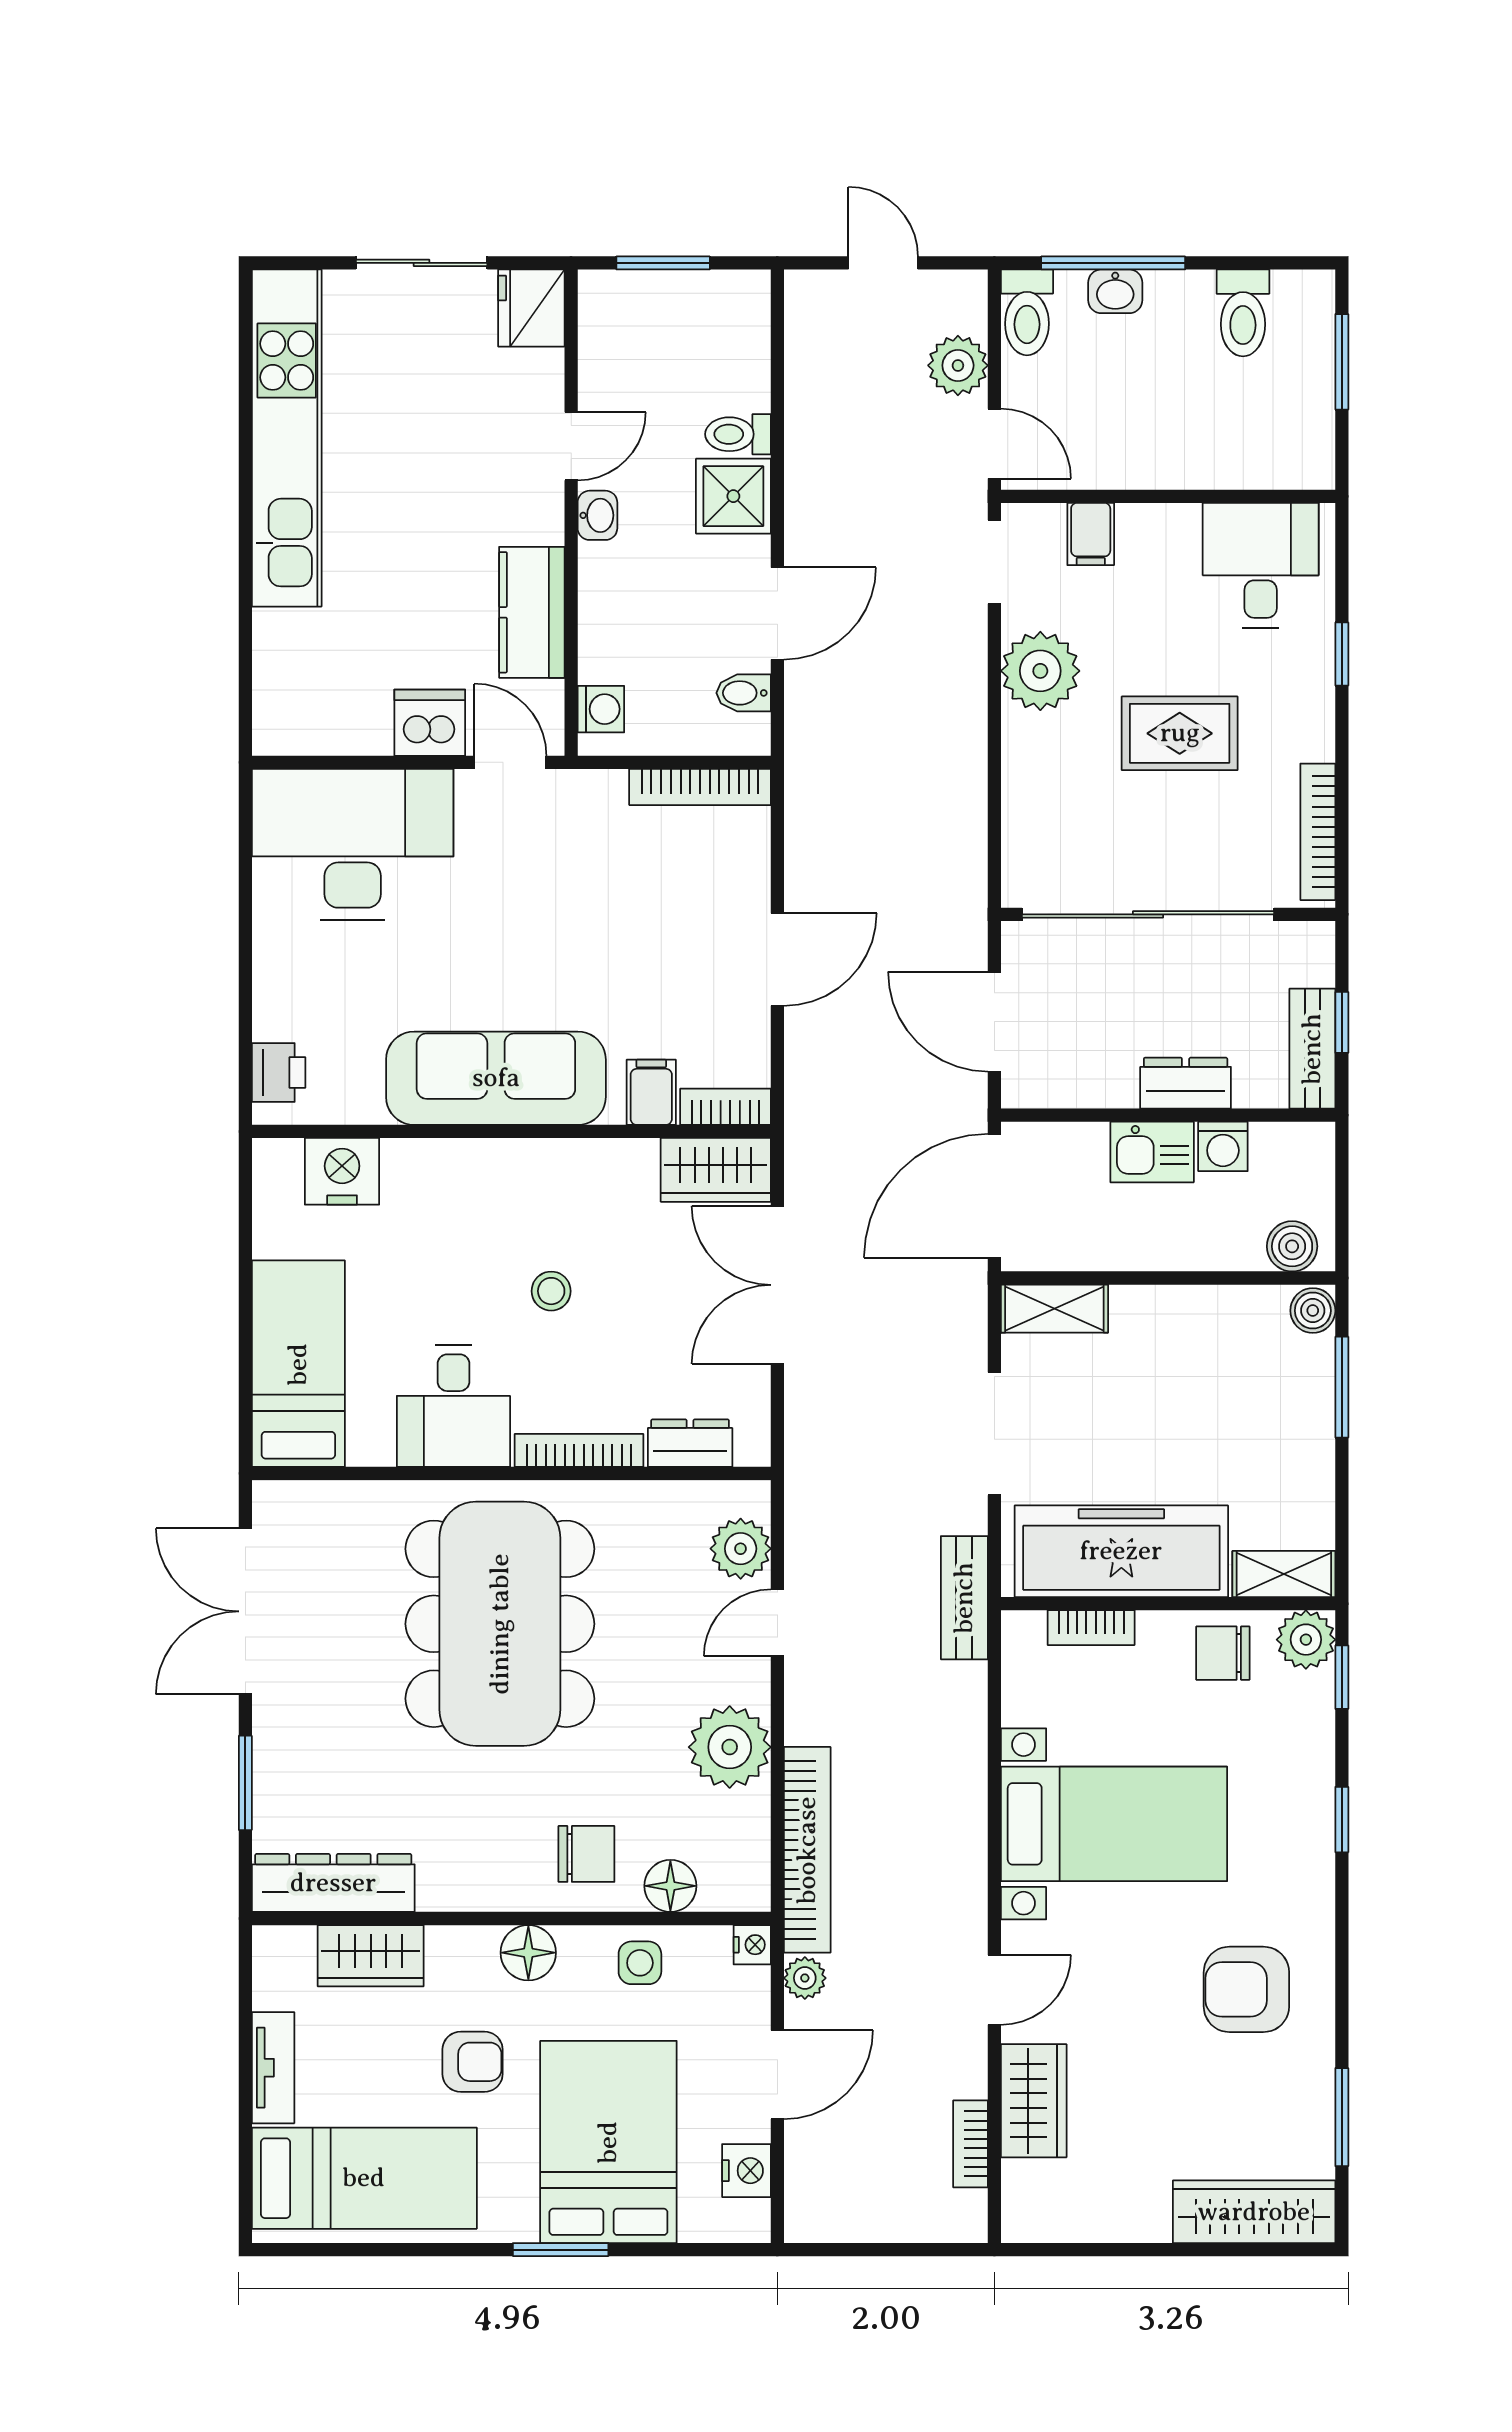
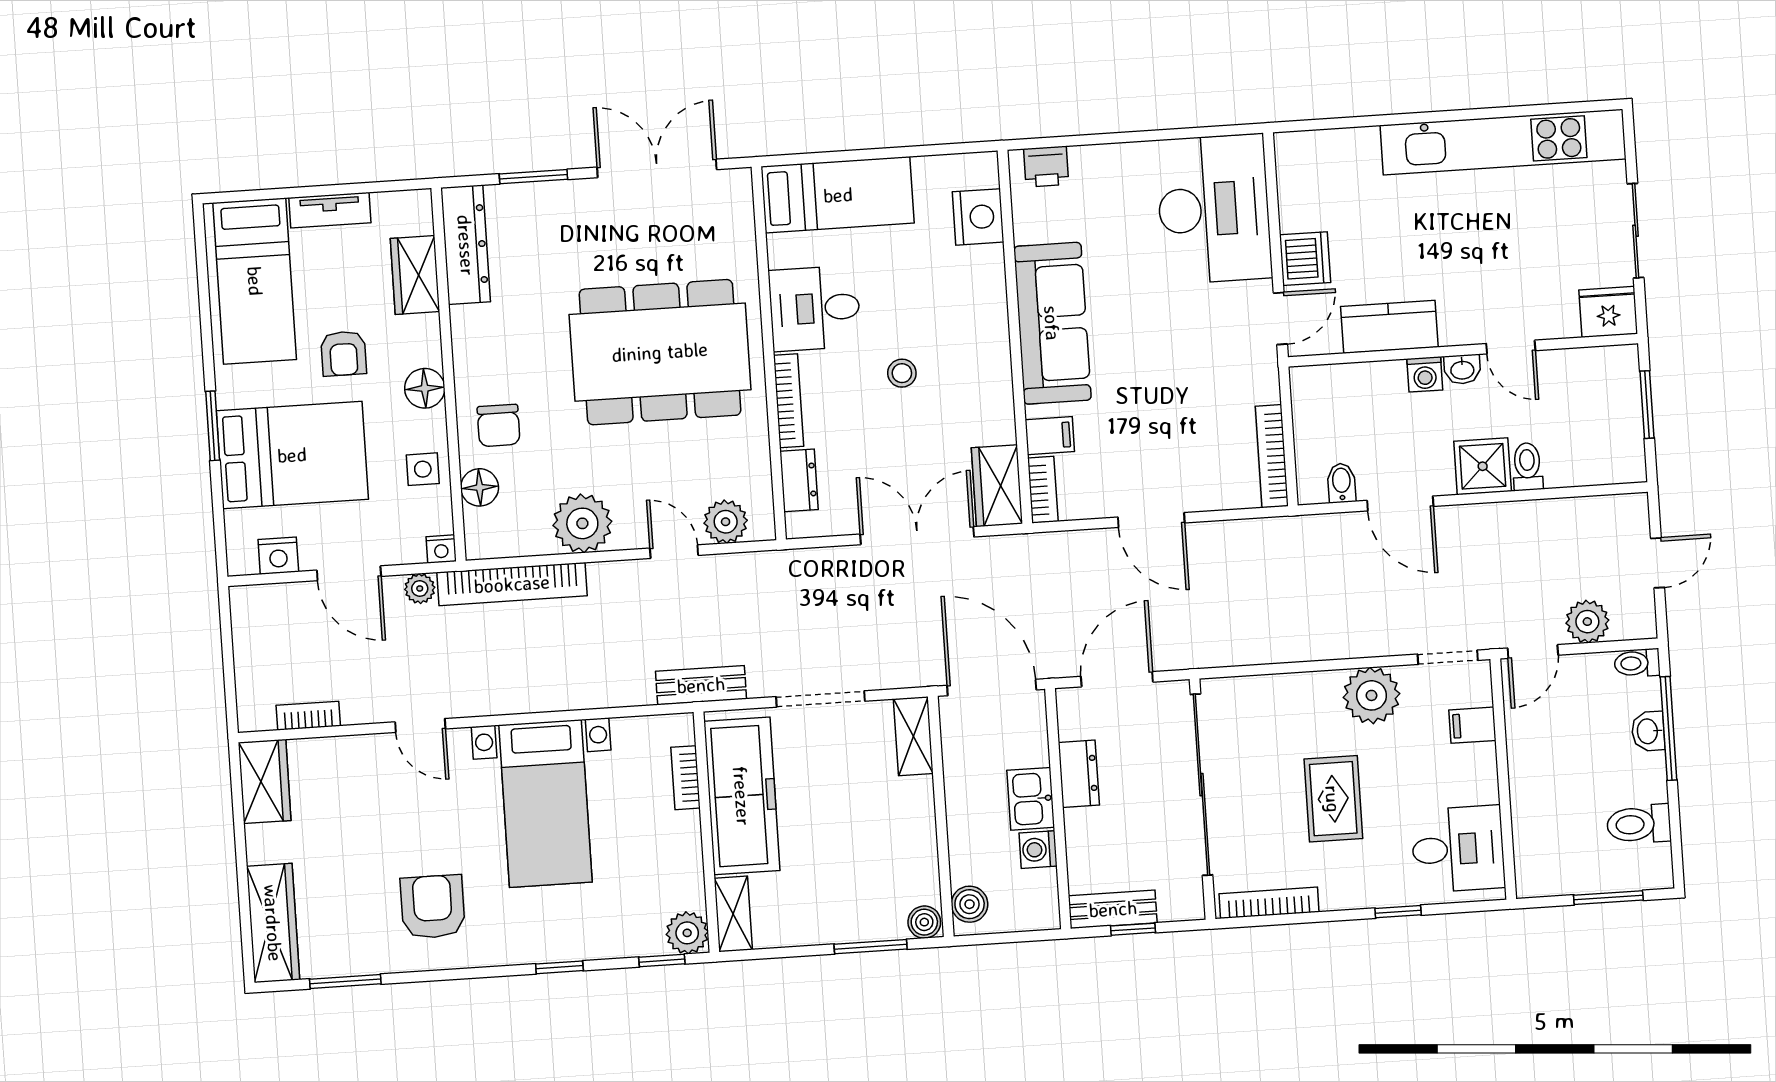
toilet: (1027, 312) -> (1637, 663), width x0.73, depth x0.72
washing machine: (601, 709) -> (1425, 374), moved
dresser: (1186, 1083) -> (1079, 774), moved
chair: (1223, 1653) -> (673, 874), removed
wardrobe: (1034, 2101) -> (265, 781), moved, turned -90

